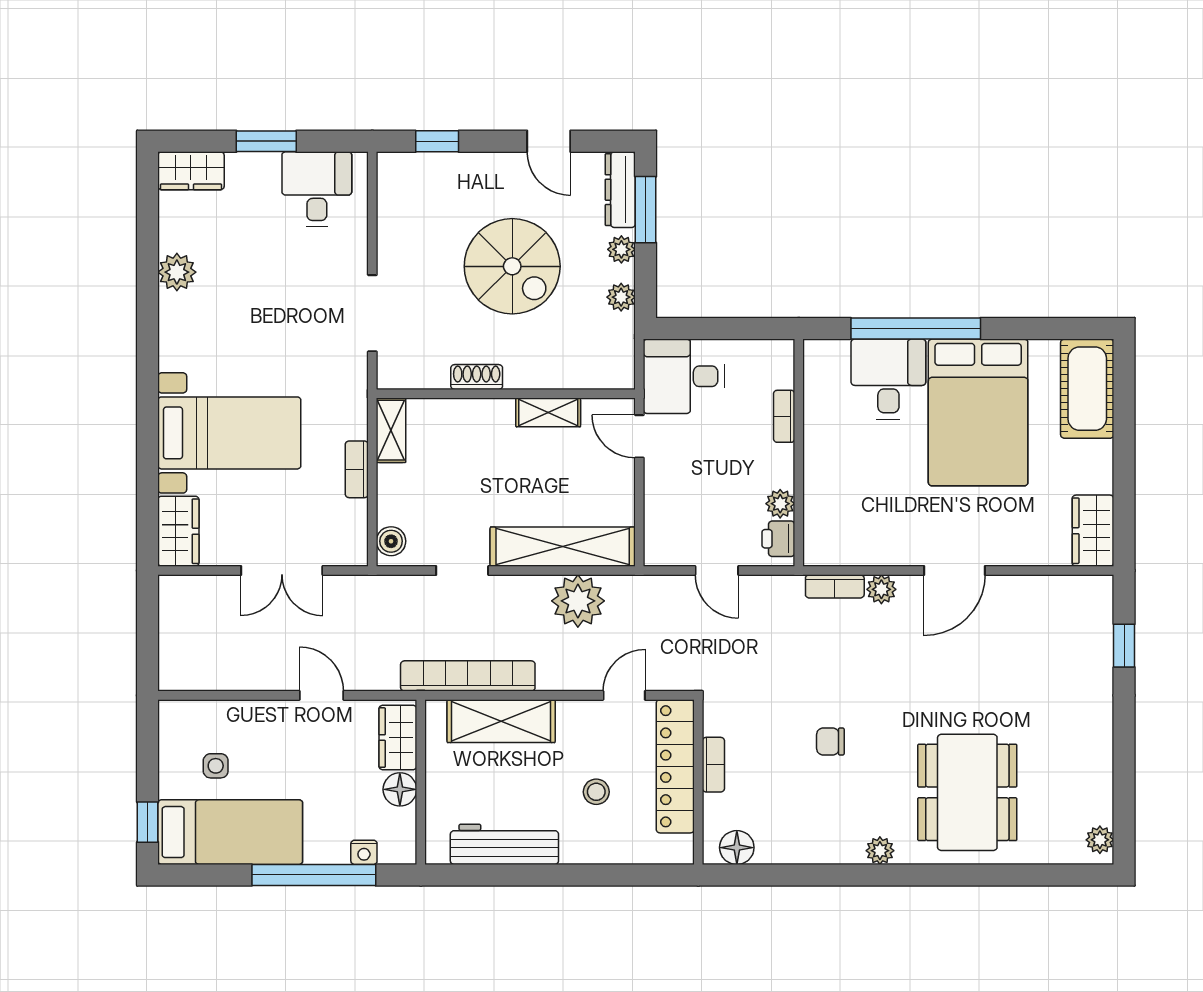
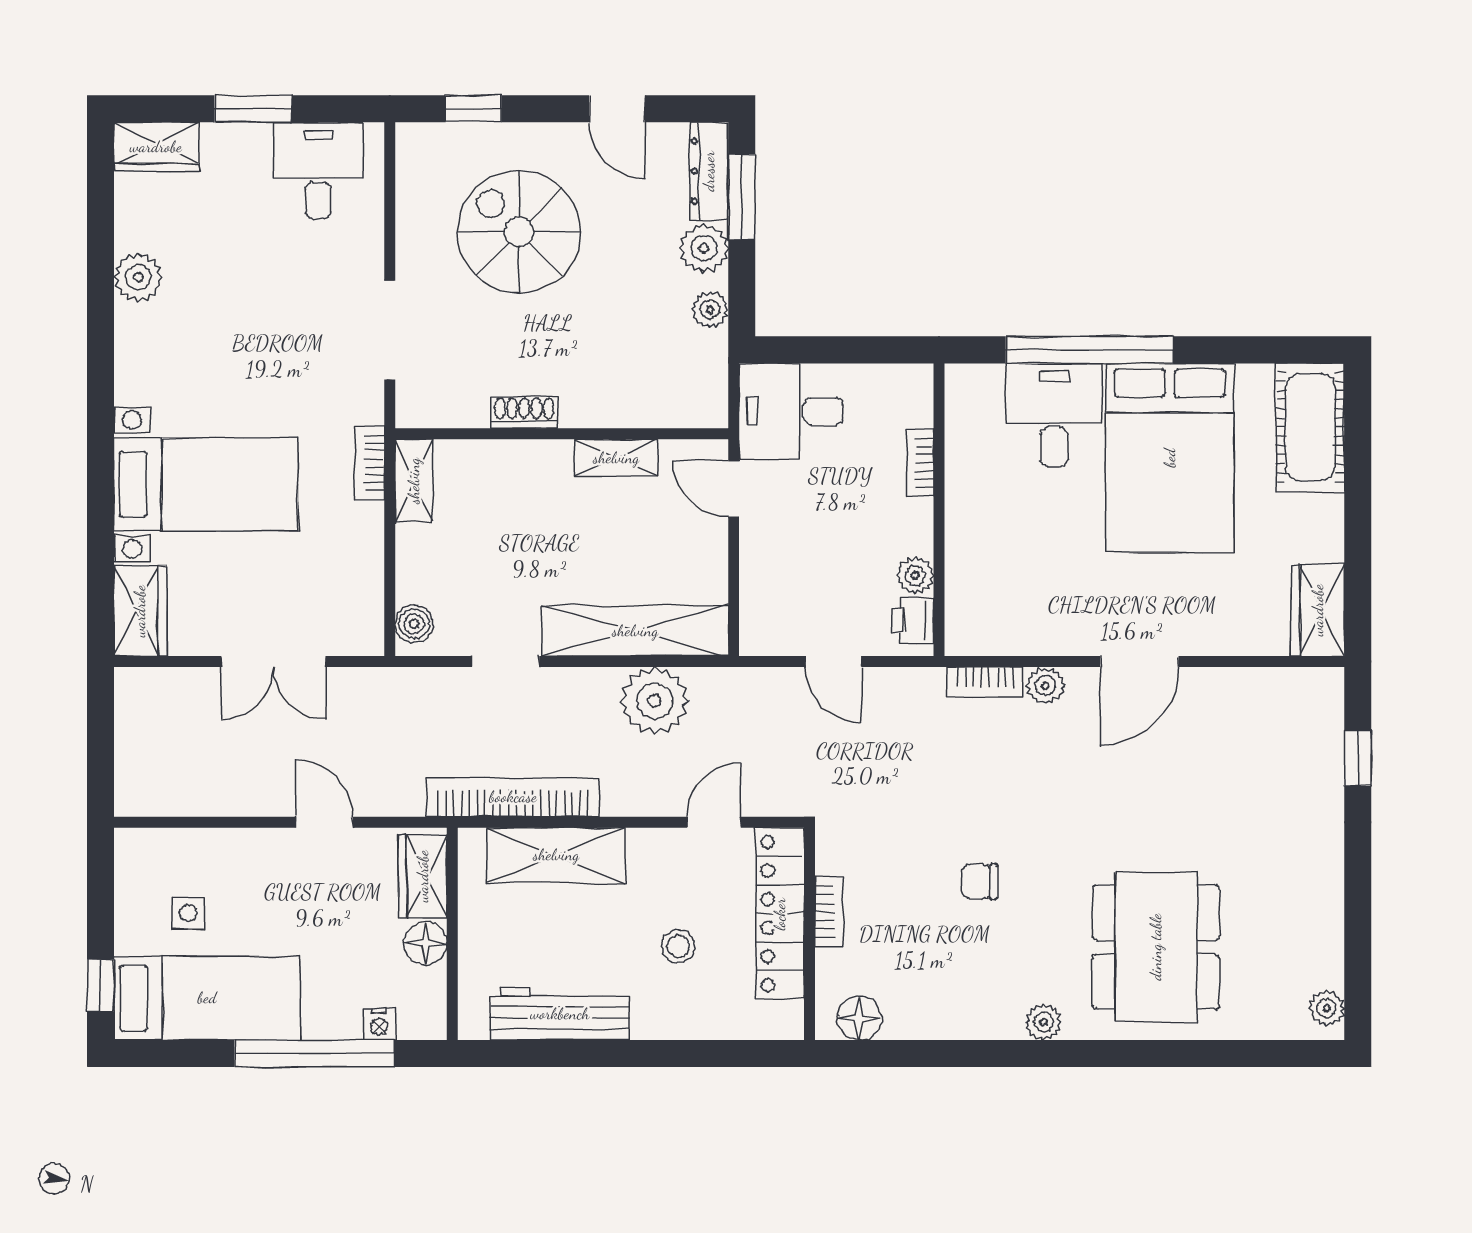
plant: (621, 249) -> (704, 248), width x1.38, depth x1.38
spiral stairs: (512, 266) -> (519, 232), moved, turned 180
bookcase: (357, 469) -> (370, 463), moved

